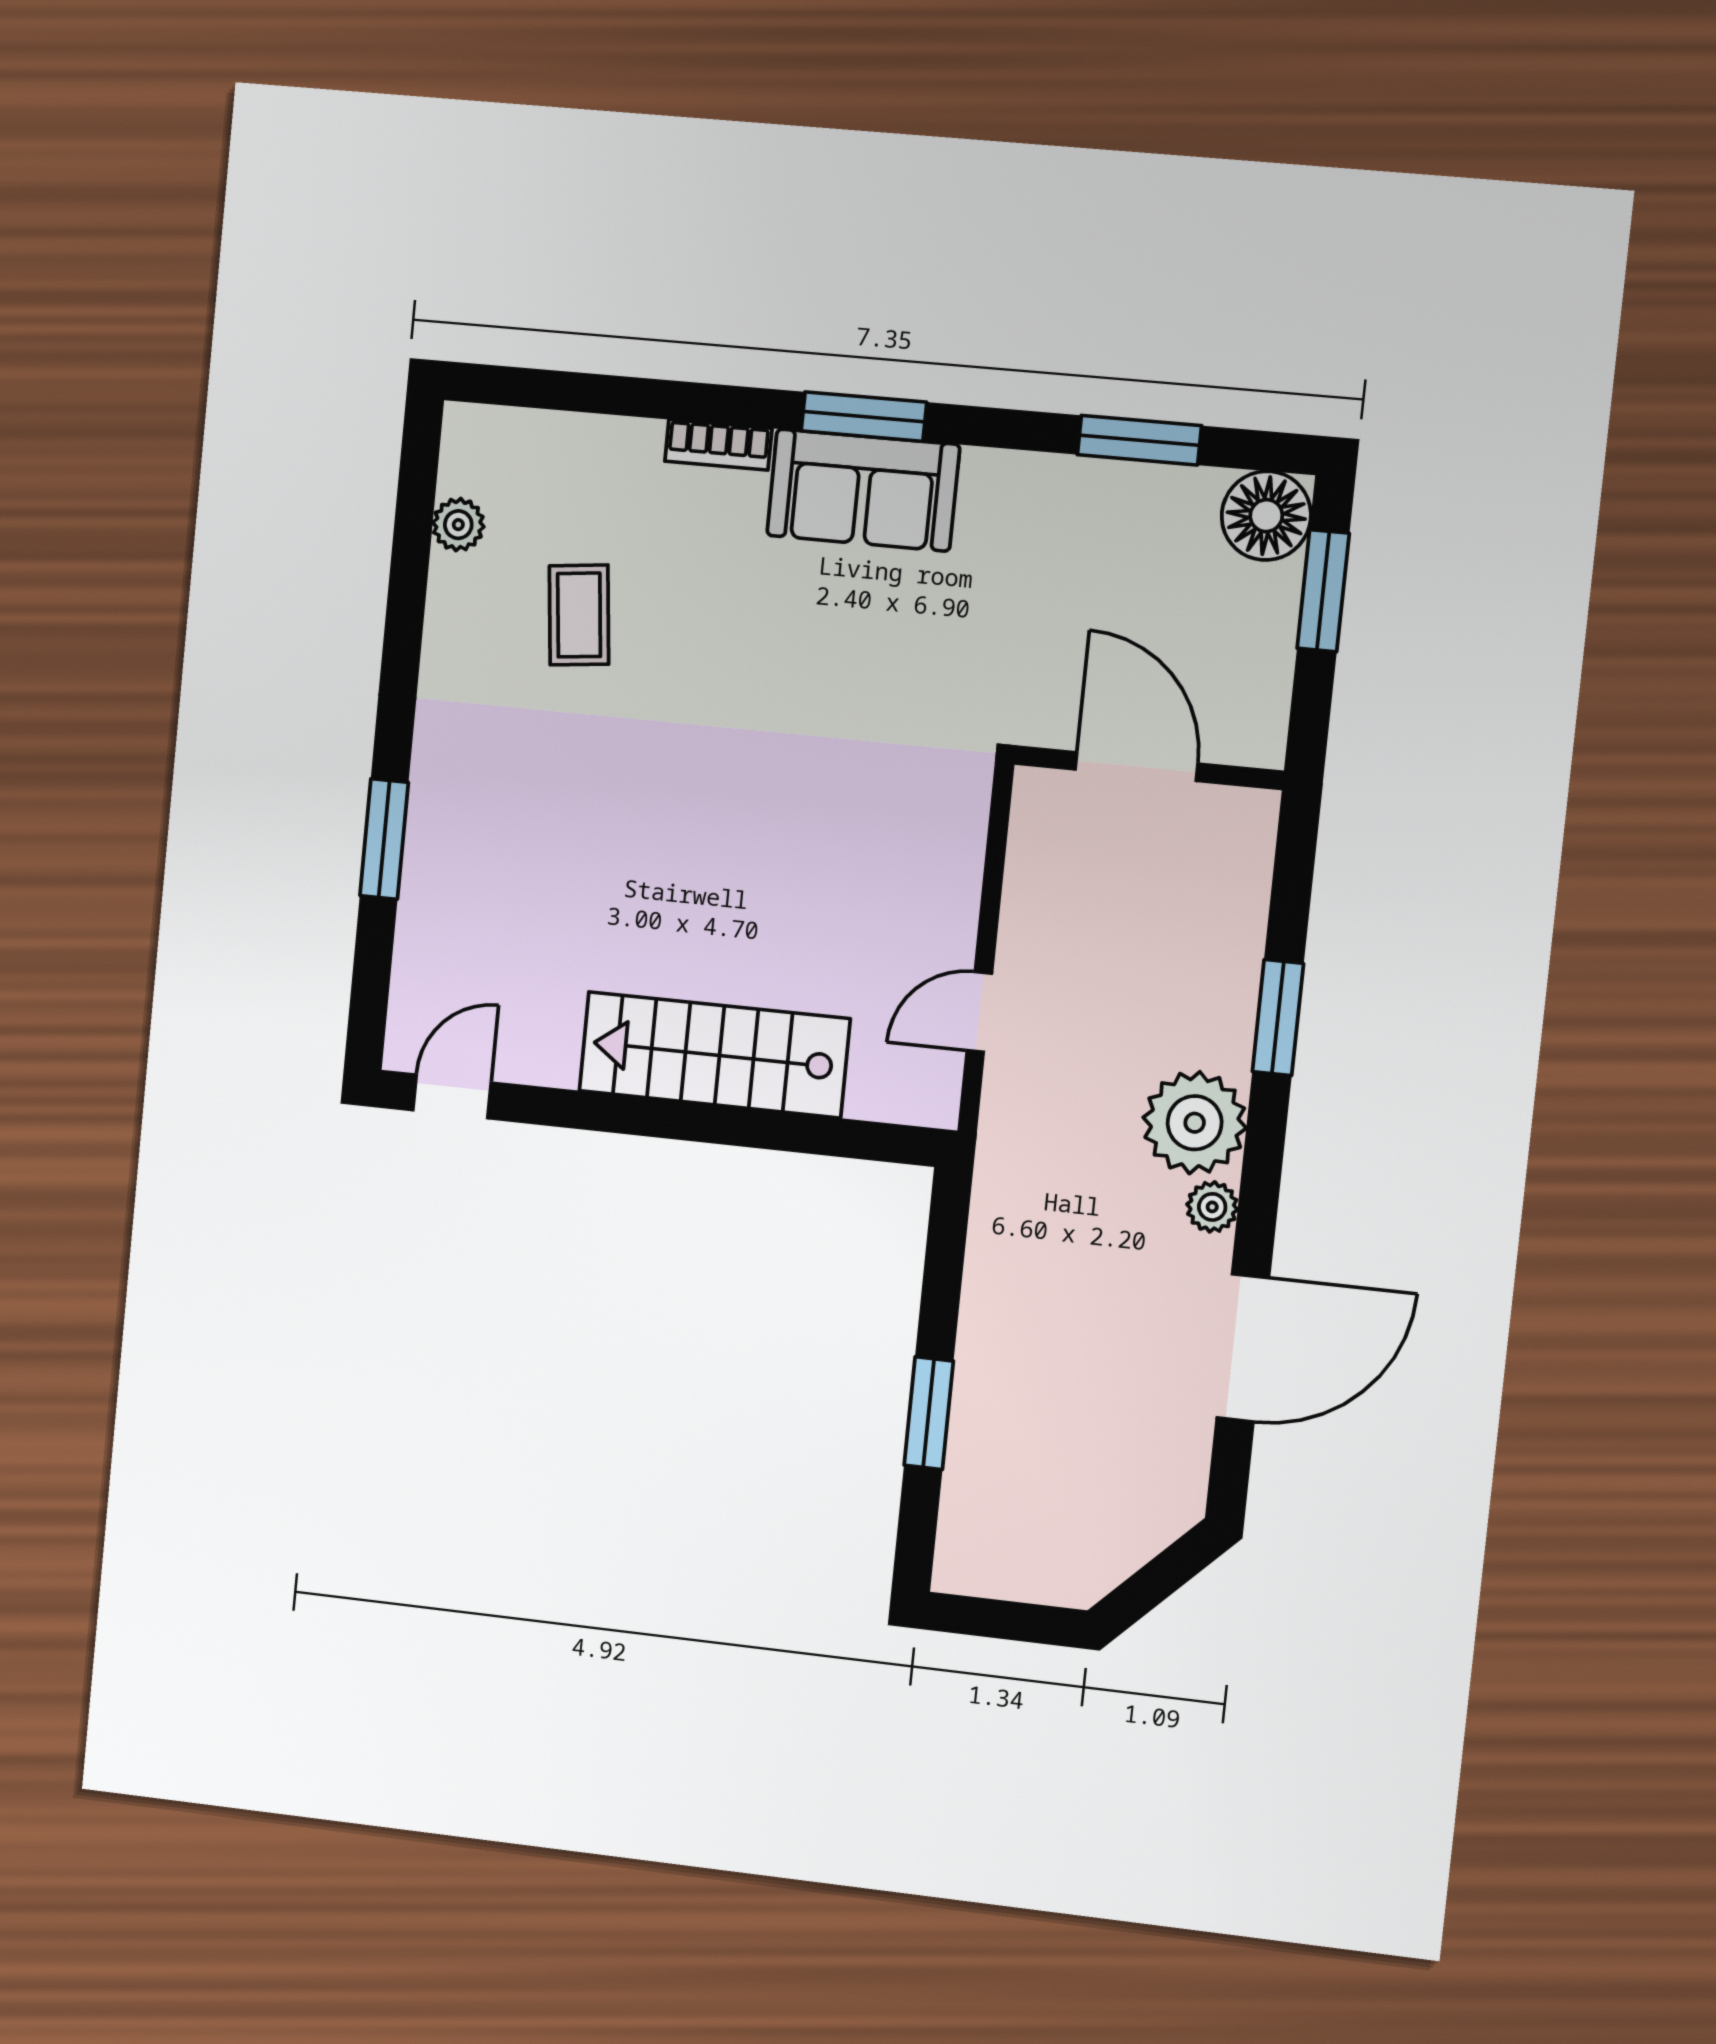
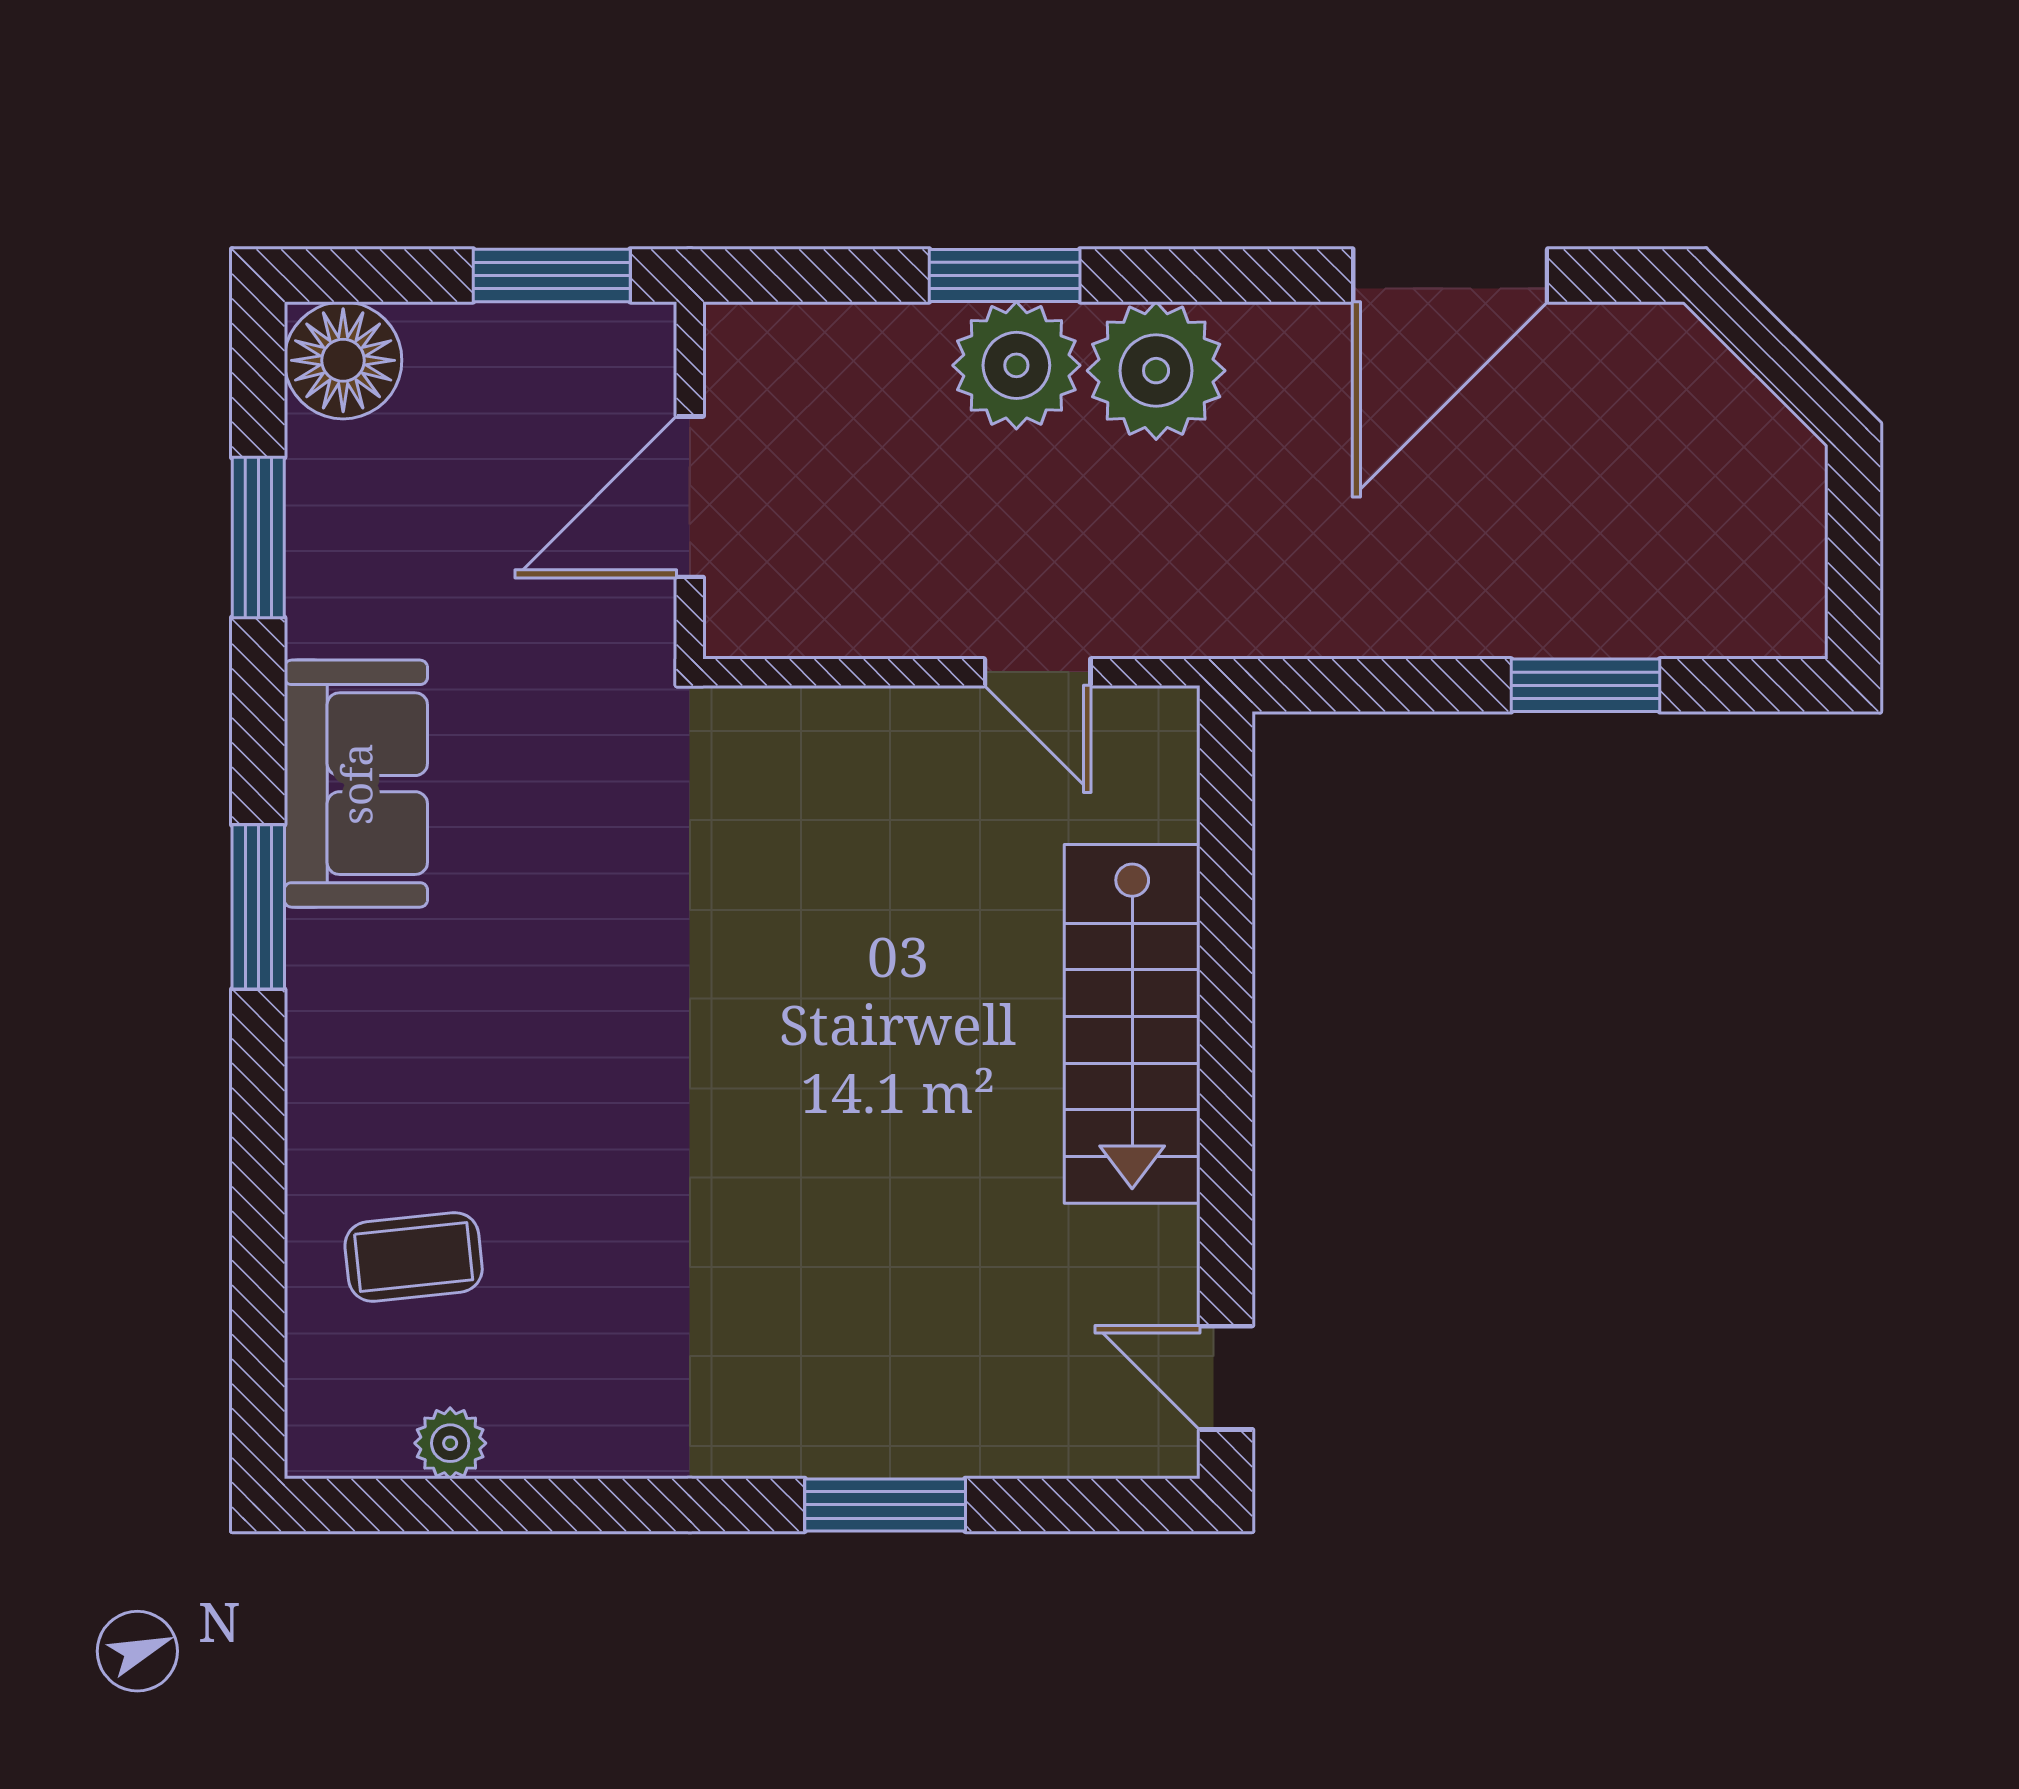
bookcase: (718, 445) -> (312, 1099), removed
sofa: (863, 490) -> (356, 784), moved
window: (1323, 591) -> (552, 275), moved
coffee table: (579, 615) -> (414, 1257), moved
plant: (1212, 1207) -> (1016, 365), moved, width x1.88, depth x1.88
door: (1243, 1348) -> (1450, 275), swing flipped

